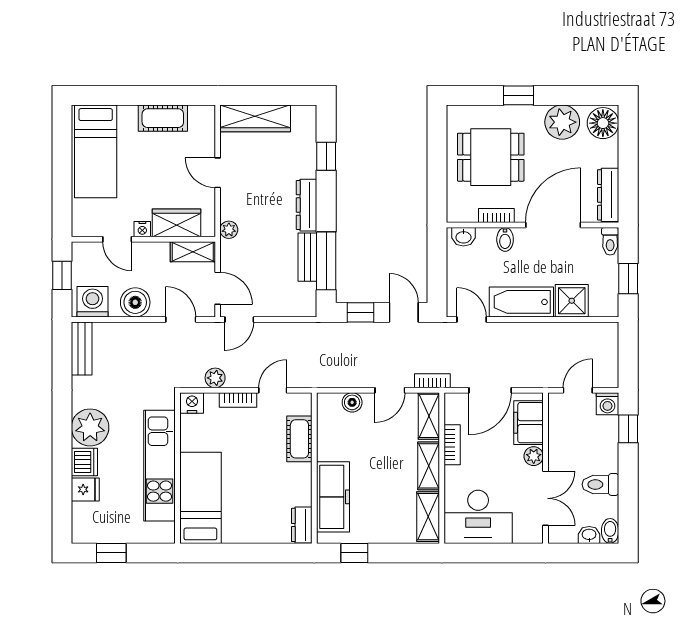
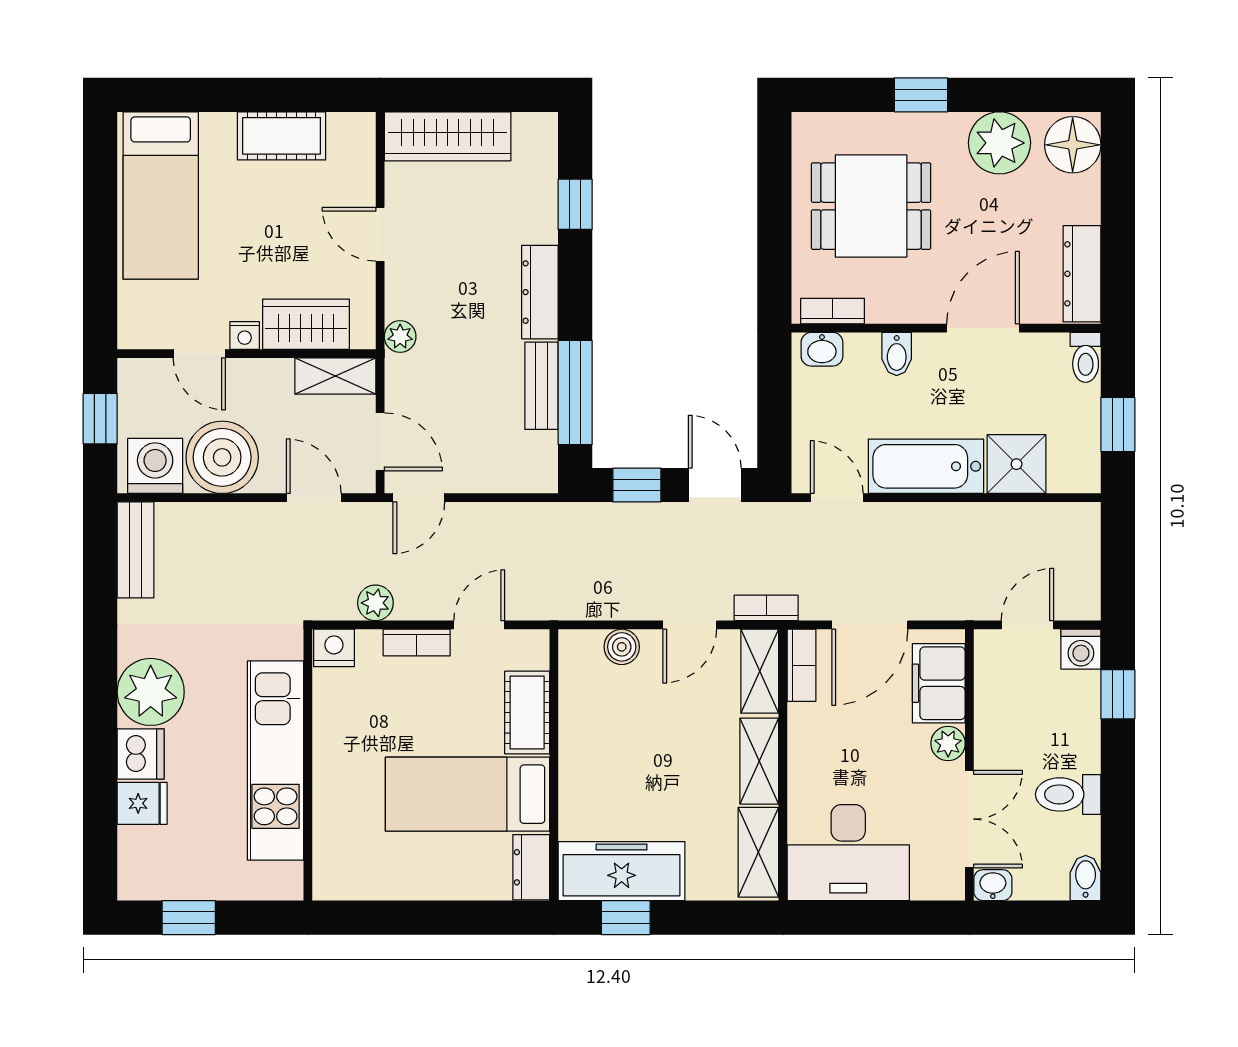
bookcase: (496, 216) -> (832, 311), moved
door: (553, 225) -> (983, 328), width x0.73
boiler: (135, 302) -> (222, 457), width x1.37, depth x1.37
bookcase: (452, 445) -> (802, 665), moved
freezer: (333, 497) -> (622, 871), moved, turned -90
bed: (200, 498) -> (468, 794), moved, turned -90
washbasin: (589, 535) -> (993, 885), moved

